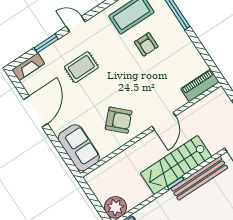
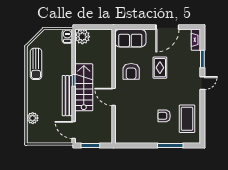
rug: (81, 67) -> (160, 68), moved
piano: (200, 85) -> (120, 131), removed
door: (36, 111) -> (167, 27), hinge flipped
armchair: (119, 120) -> (131, 71), turned -44

